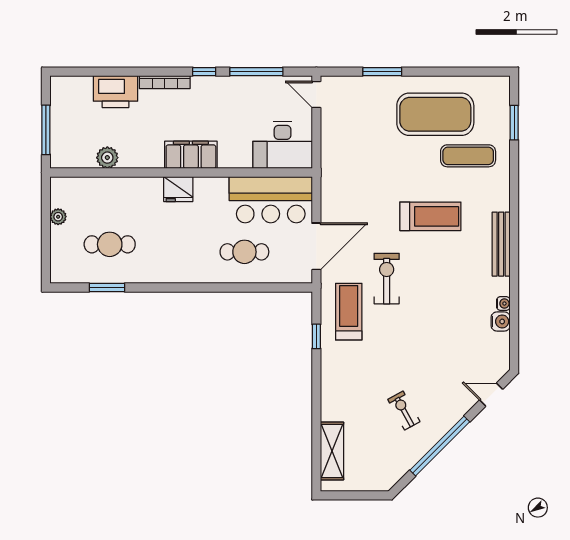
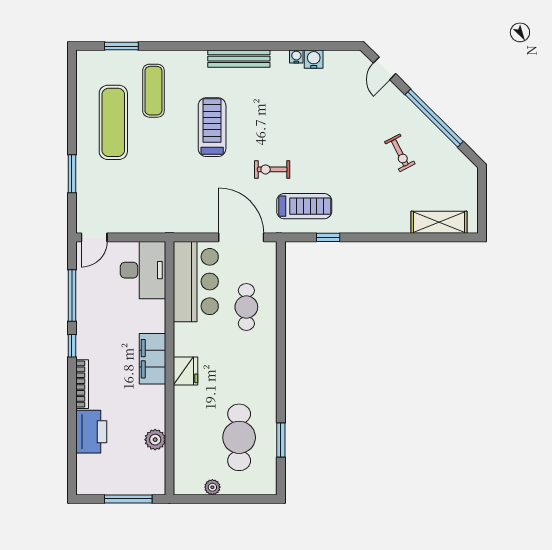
exercise mat: (435, 114) -> (113, 122), width x0.68
cafe table: (110, 244) -> (239, 437), width x1.37, depth x1.35
exercise bike: (387, 279) -> (272, 169), width x0.73, depth x0.72
treadmill: (349, 312) -> (304, 206), turned 180
exercise bike: (404, 411) -> (400, 153), turned -88

